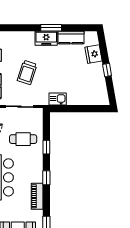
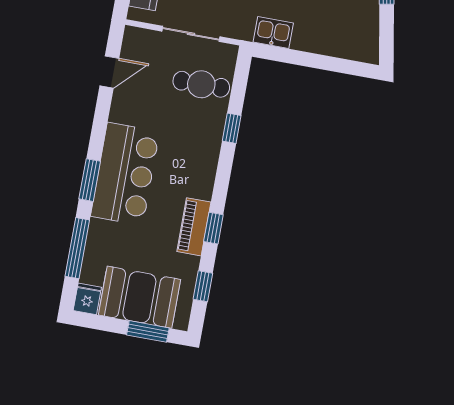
cafe table: (23, 139) -> (201, 84), moved
window: (46, 178) -> (213, 228), moved

